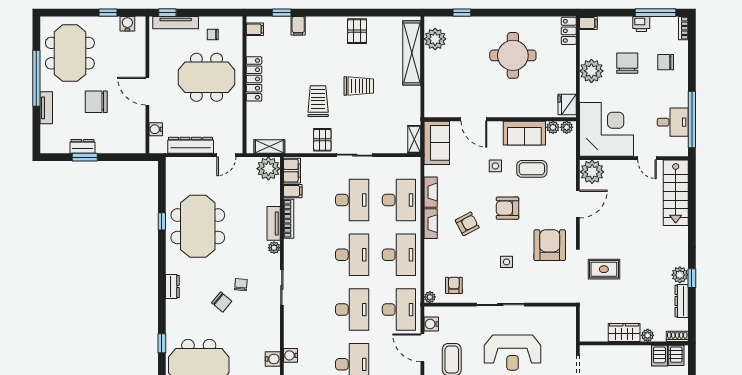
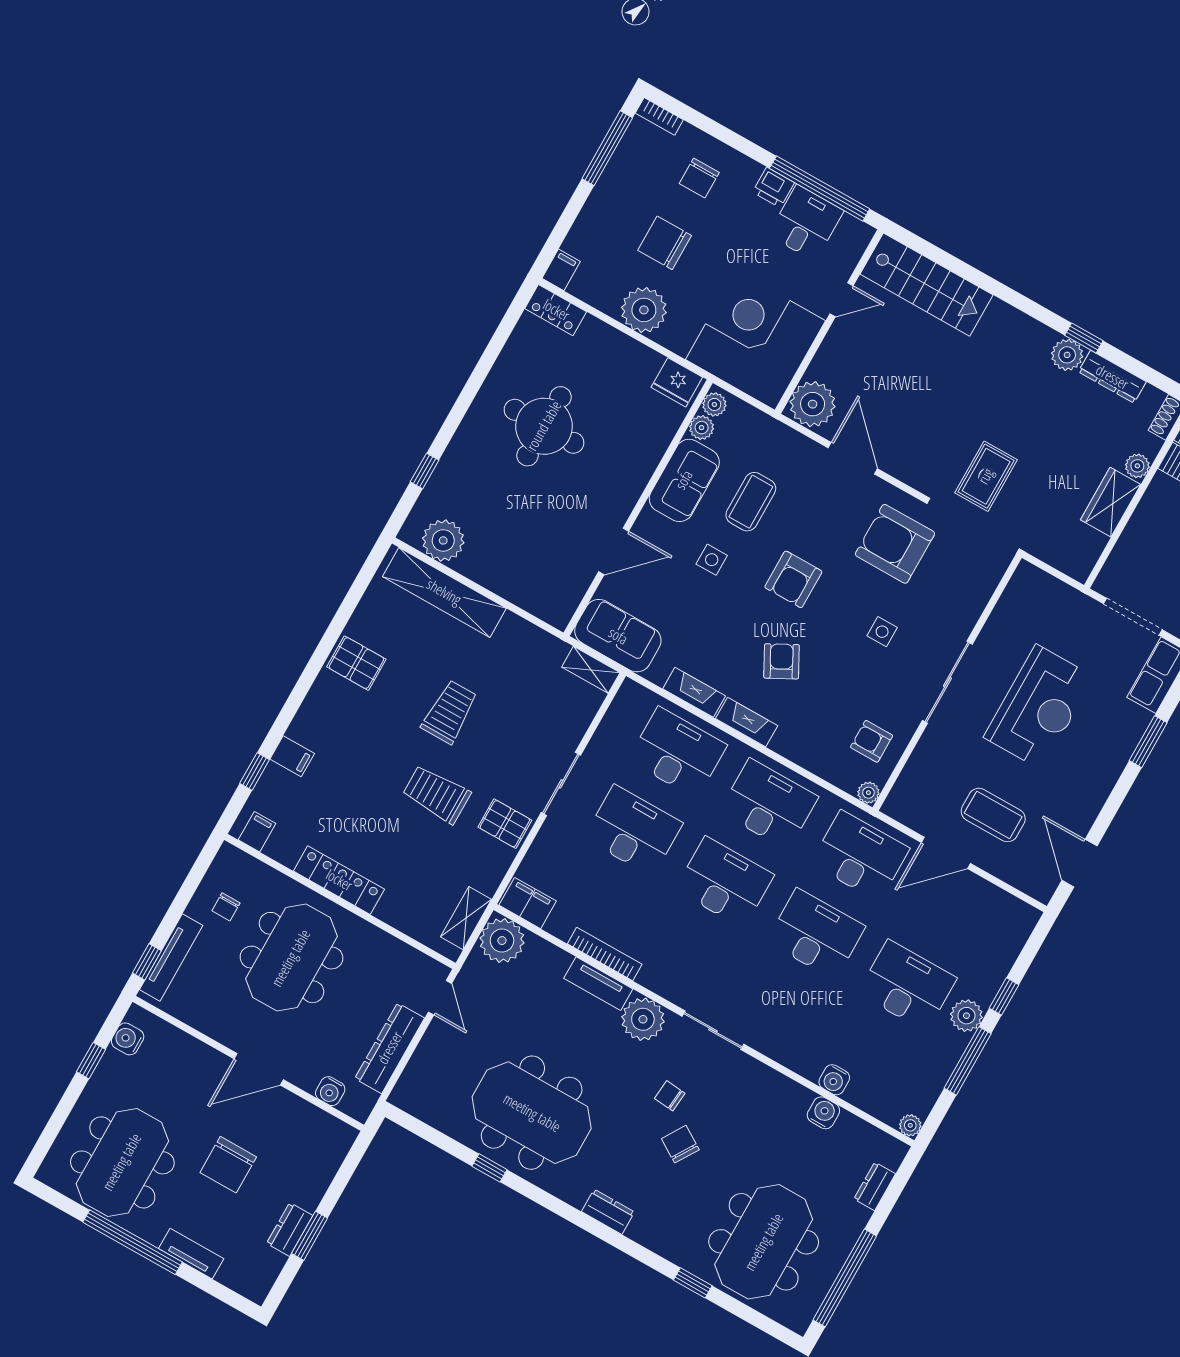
printer: (641, 24) -> (773, 187), moved, turned 90
meeting table: (70, 53) -> (122, 1162), turned 90
filing cabinet: (293, 191) -> (562, 921), removed
plant: (274, 248) -> (643, 1019), width x1.87, depth x1.87
chair: (222, 302) -> (680, 1144), turned -98
water cooler: (431, 324) -> (915, 816), removed

